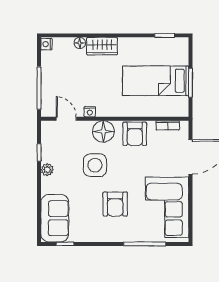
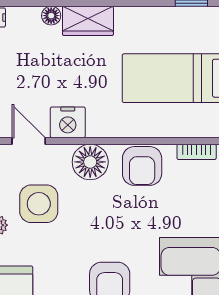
nightstand: (90, 112) -> (68, 122), width x1.89, depth x1.79
side table: (95, 165) -> (39, 204), moved

